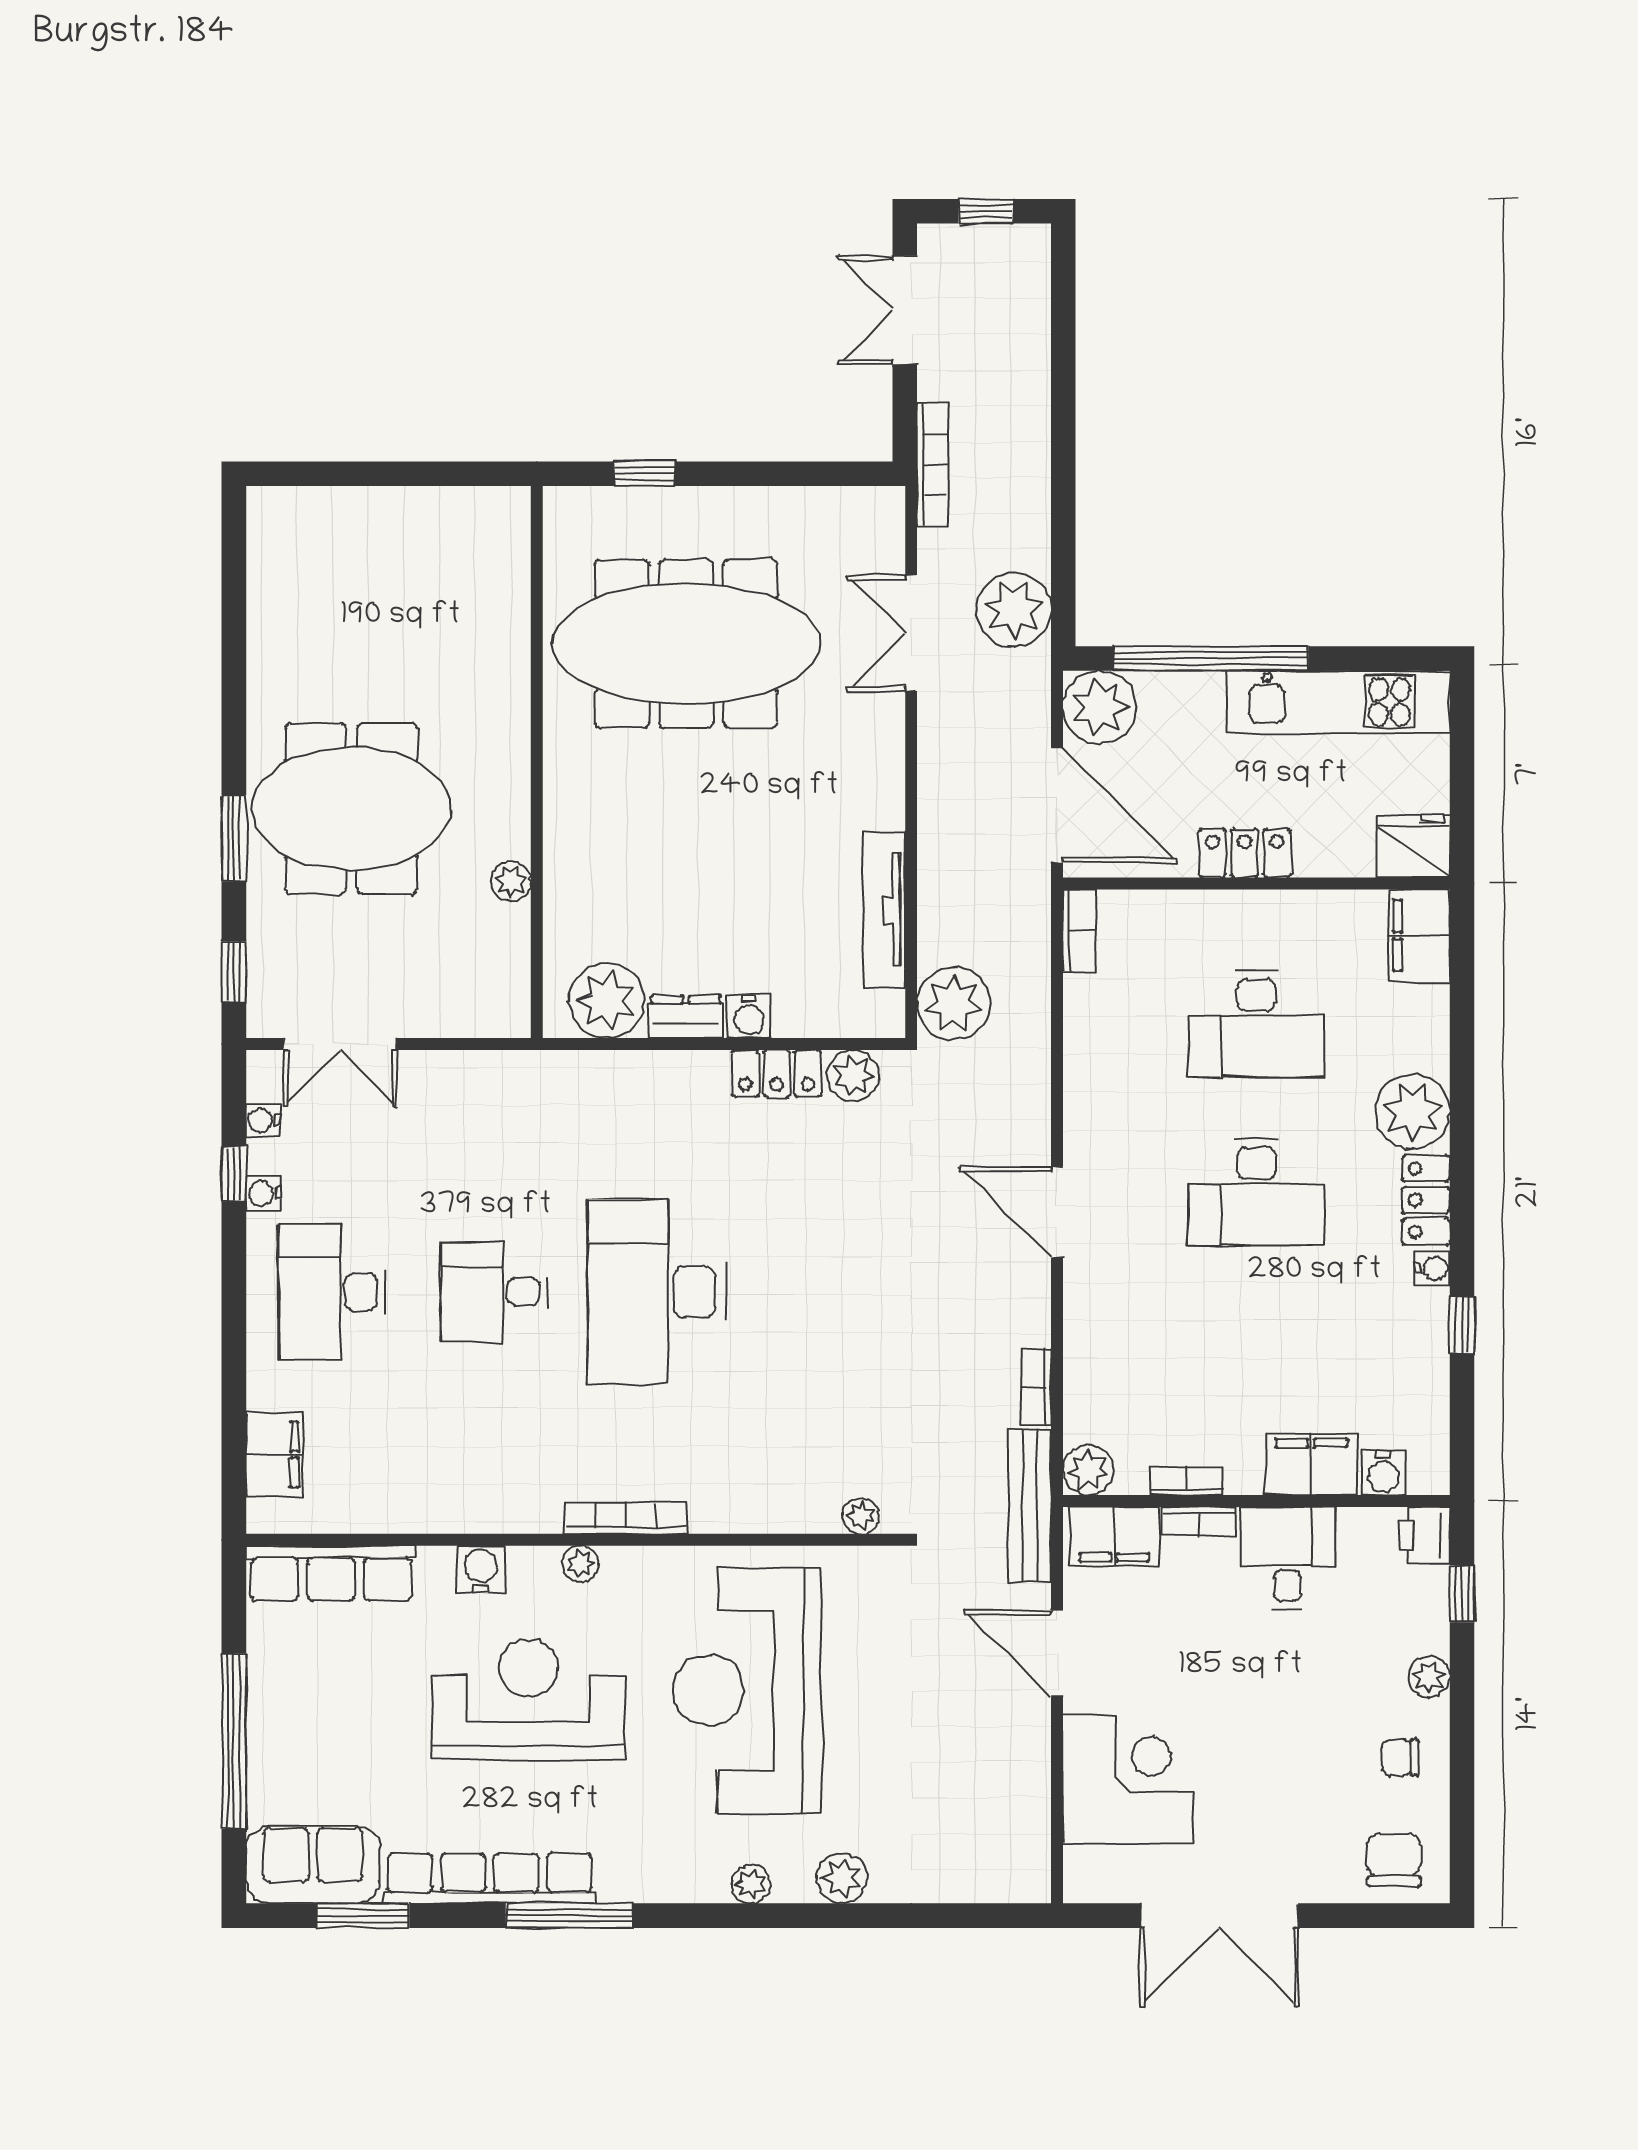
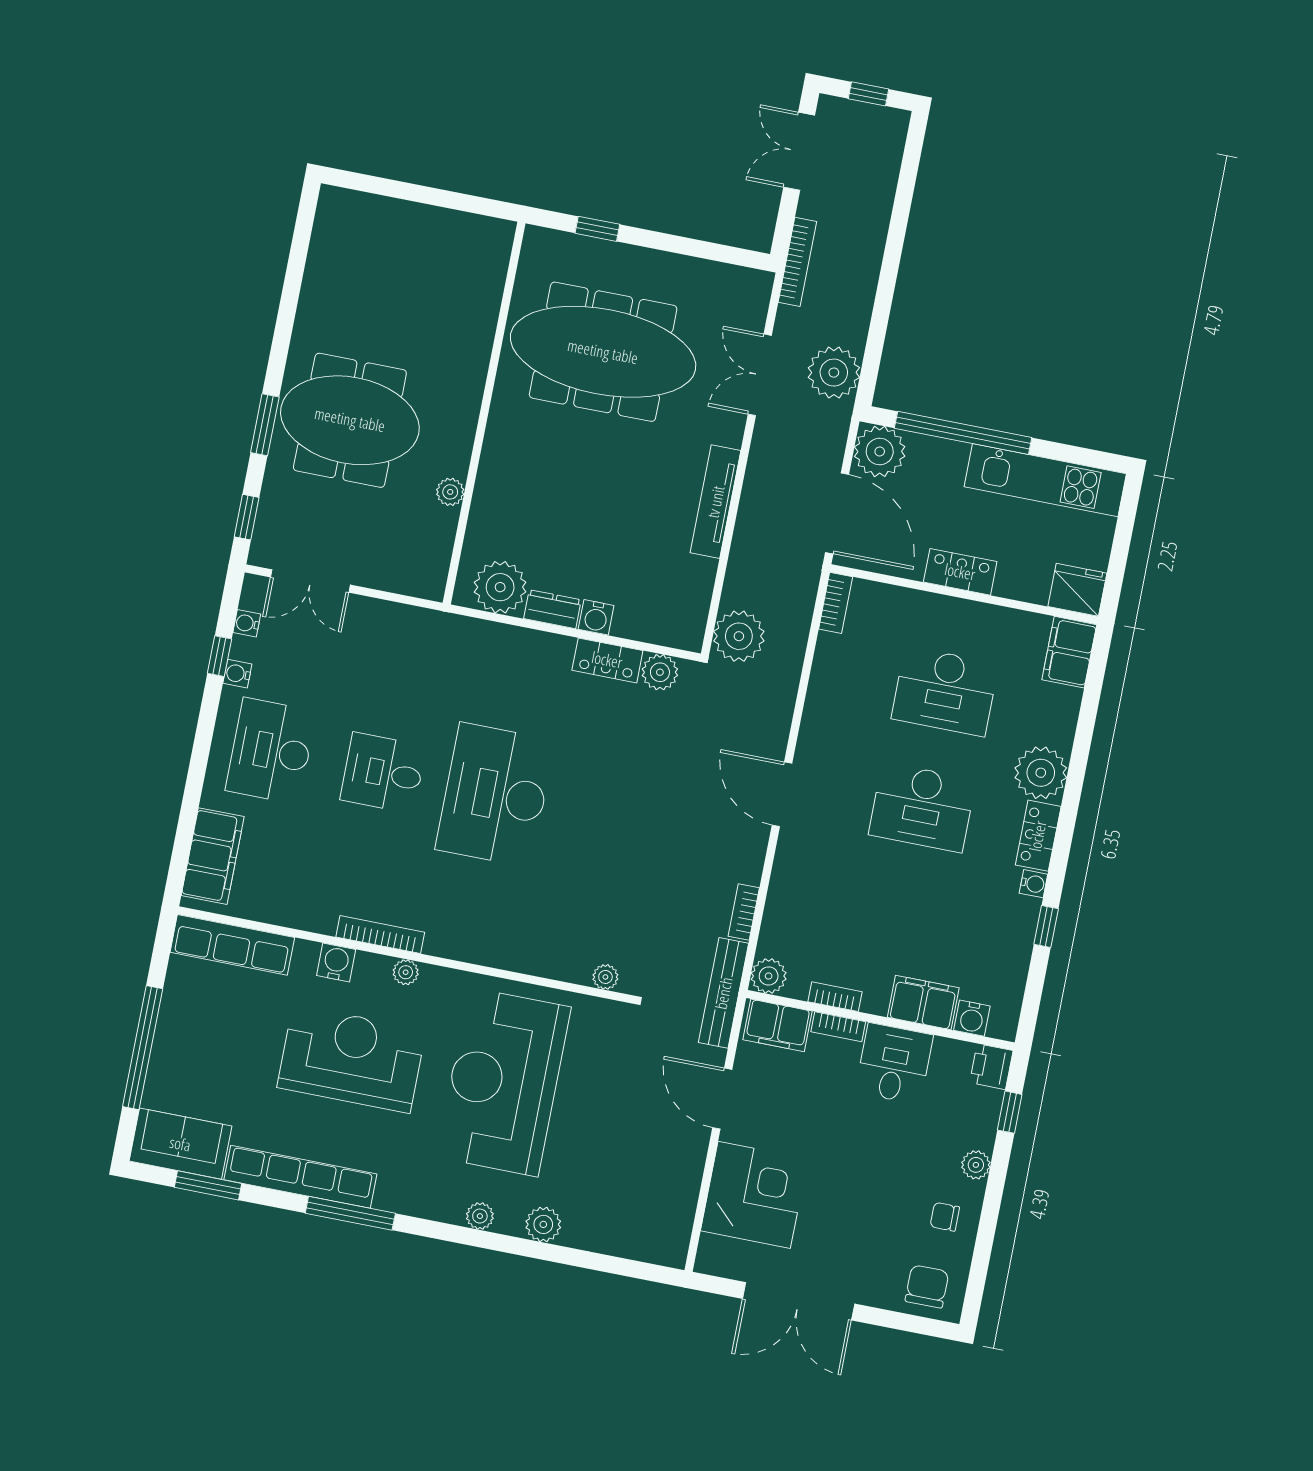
tv unit: (884, 910) -> (716, 502), moved
filing cabinet: (274, 1455) -> (213, 856), width x1.50, depth x1.17
bookcase: (626, 1518) -> (380, 935), moved

